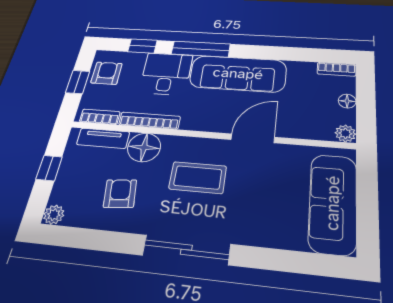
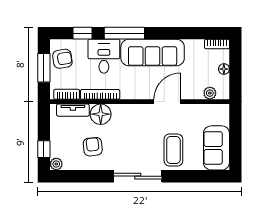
armchair: (107, 73) -> (62, 59), turned 81
window: (78, 82) -> (44, 68), width x1.50
plant: (345, 133) -> (210, 93), moved
window: (49, 168) -> (44, 149), moved
coffee table: (198, 178) -> (173, 150), moved, turned 90
sofa: (333, 203) -> (216, 148), width x0.73

